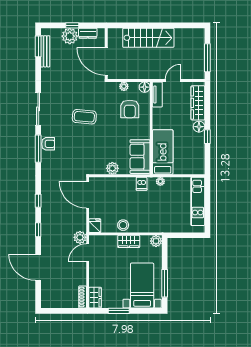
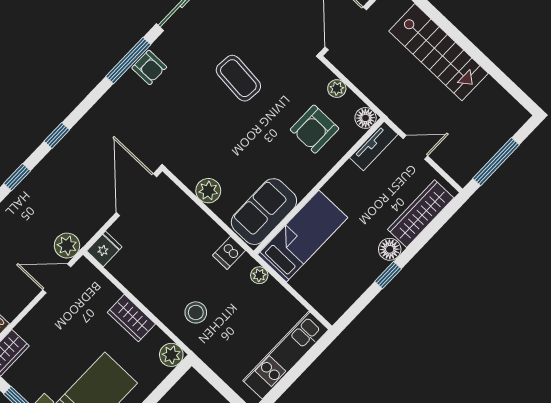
stool: (123, 225) -> (196, 312), moved

